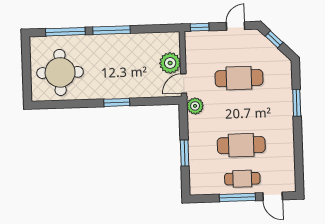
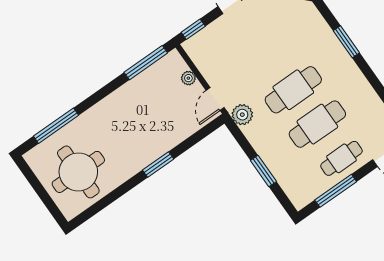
window: (112, 30) -> (146, 63), moved
plant: (170, 63) -> (188, 78), width x0.53, depth x0.53
cafe table: (239, 78) -> (293, 90), moved
window: (237, 197) -> (336, 191), moved

